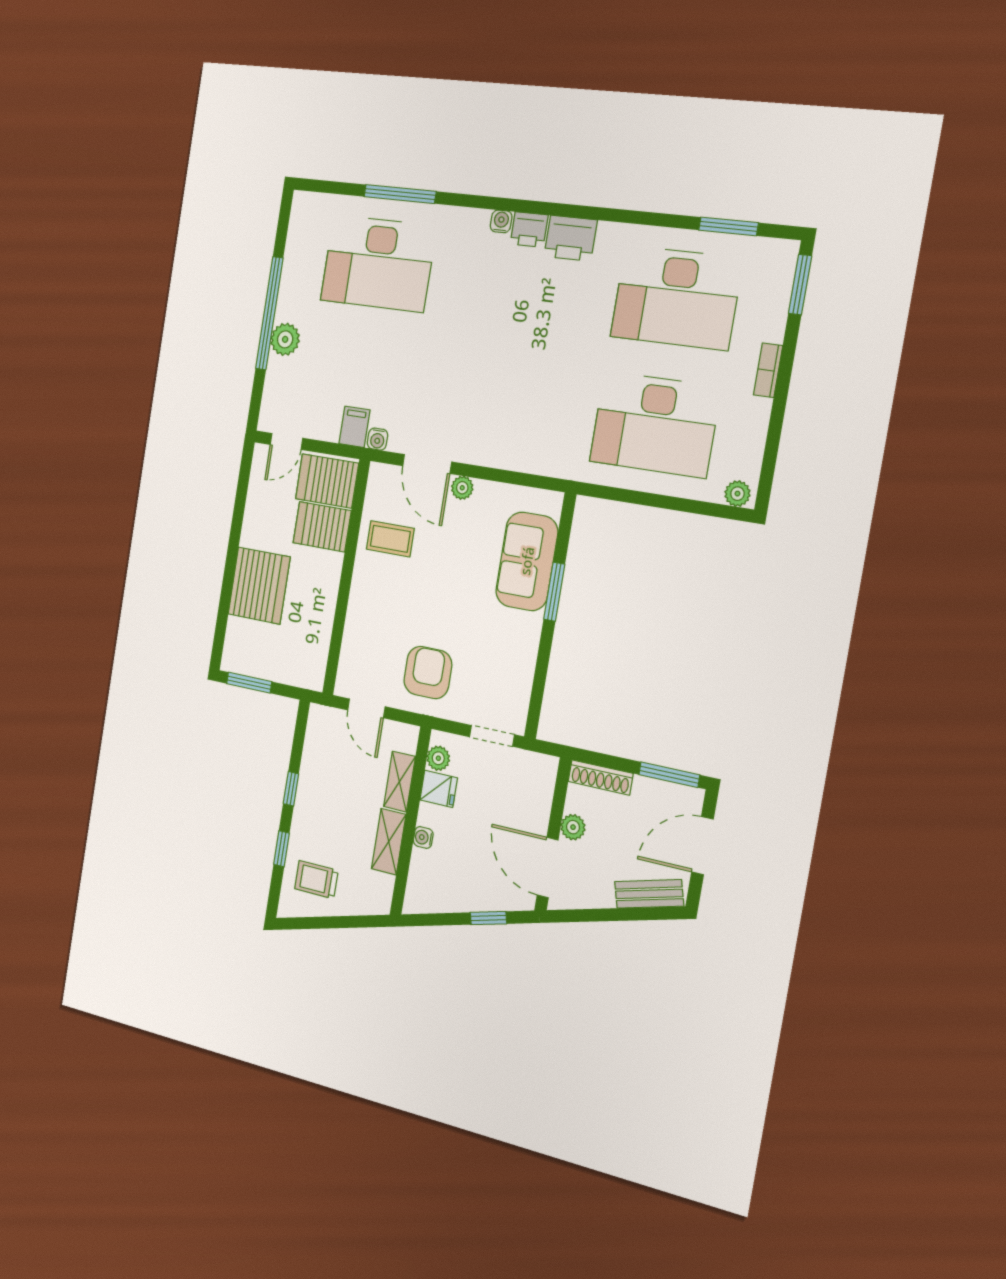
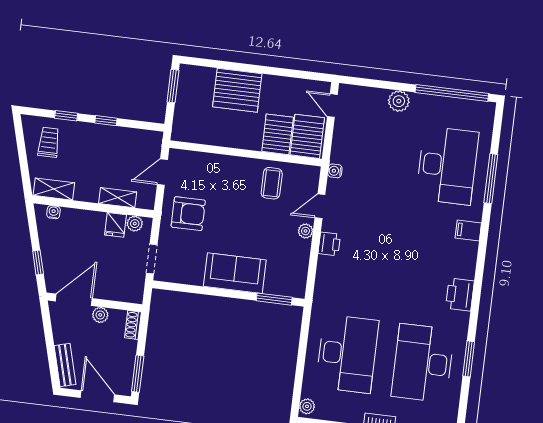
water cooler: (501, 221) -> (472, 248), removed
window: (728, 226) -> (469, 359), moved
printer: (529, 230) -> (329, 244), moved, turned 180
desk: (378, 263) -> (447, 166), turned 180
window: (269, 313) -> (452, 93), moved
desk: (655, 424) -> (347, 354), turned 180
filing cabinet: (355, 427) -> (468, 230), moved, turned 180
door: (427, 464) -> (320, 206), width x0.73
sofa: (527, 561) -> (235, 273), moved
window: (554, 592) -> (274, 299), moved
shoe rack: (601, 777) -> (133, 325), width x0.70
water cooler: (423, 837) -> (53, 212), moved
shelving: (389, 842) -> (54, 189), moved

